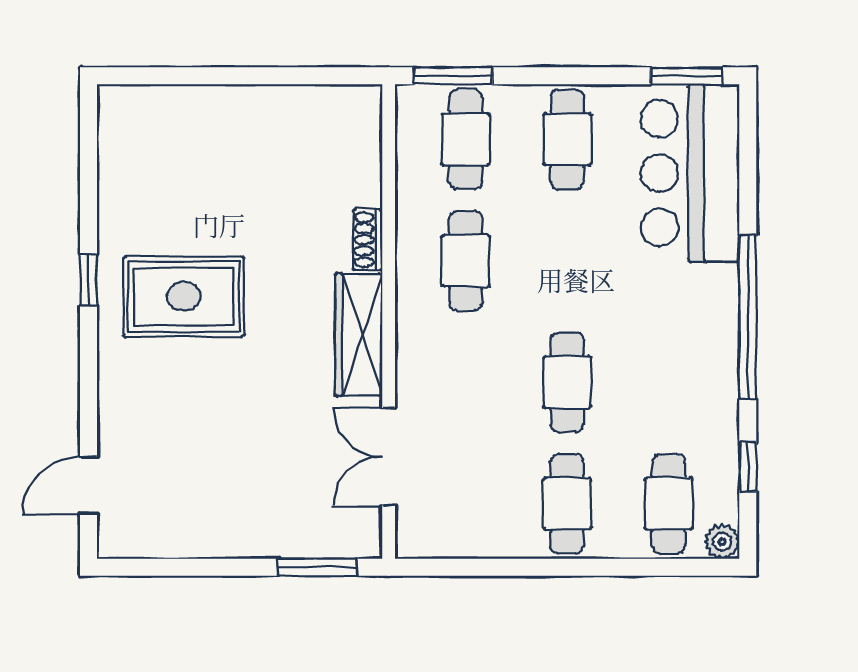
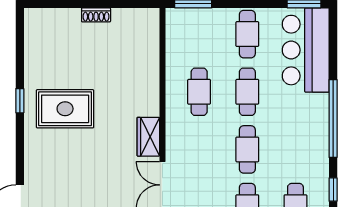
cafe table: (466, 139) -> (247, 92), moved
shoe rack: (368, 240) -> (96, 15), moved, turned -90
wardrobe: (359, 335) -> (148, 137), width x0.67

